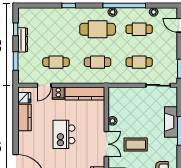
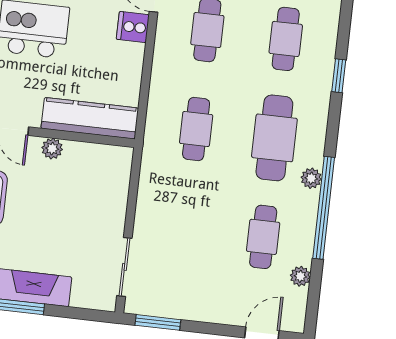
cafe table: (139, 62) -> (286, 39), moved
kitchen counter: (85, 94) -> (90, 118), moved, turned 90

